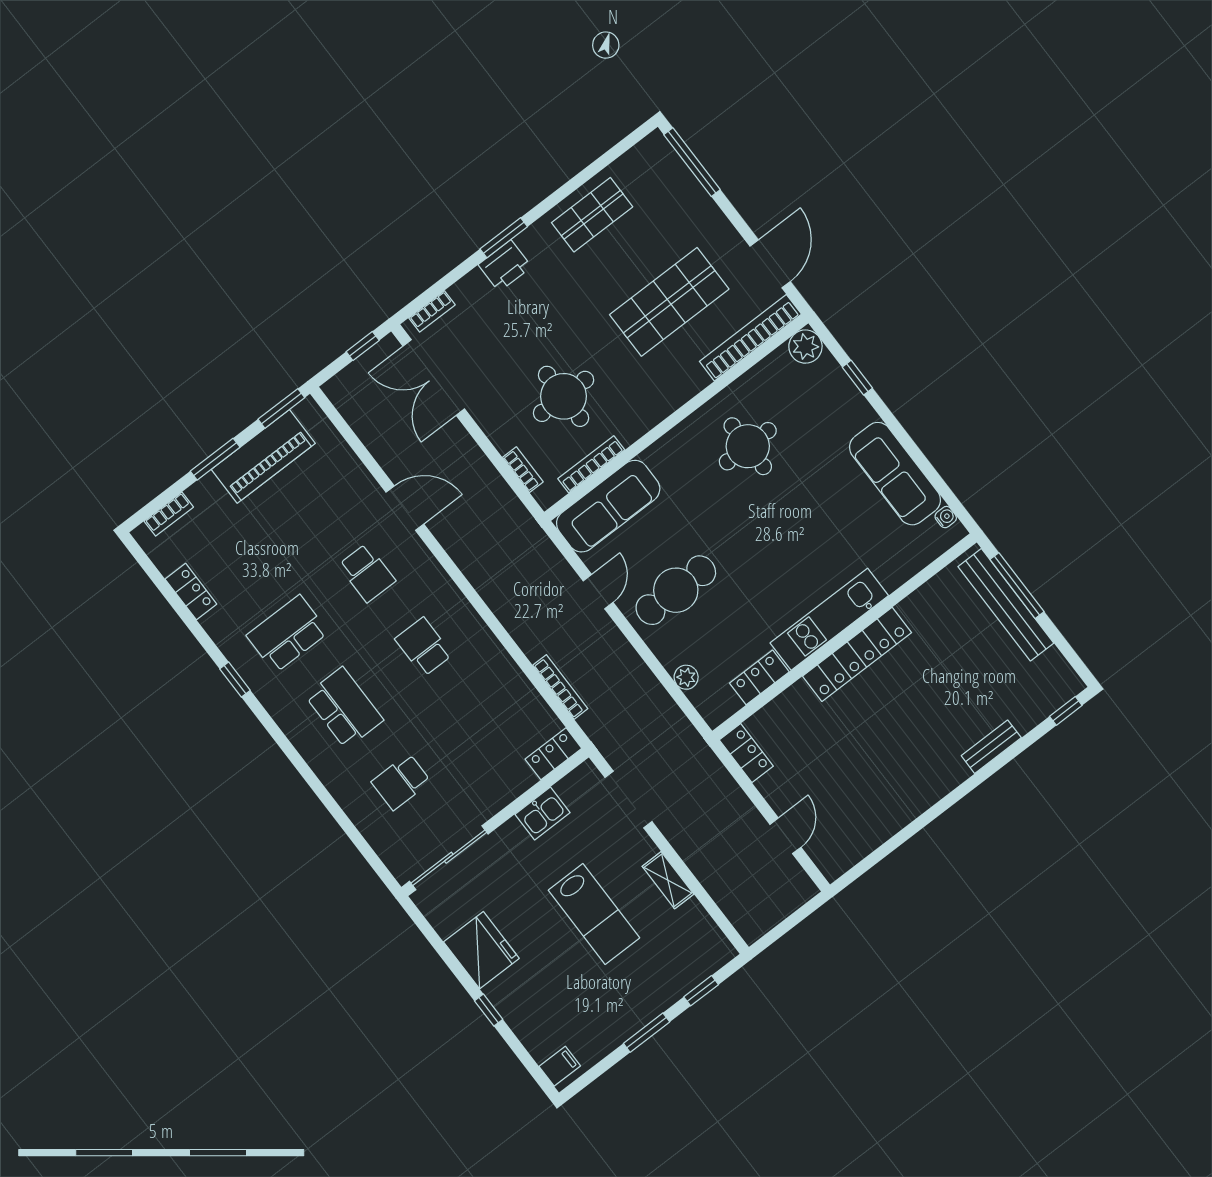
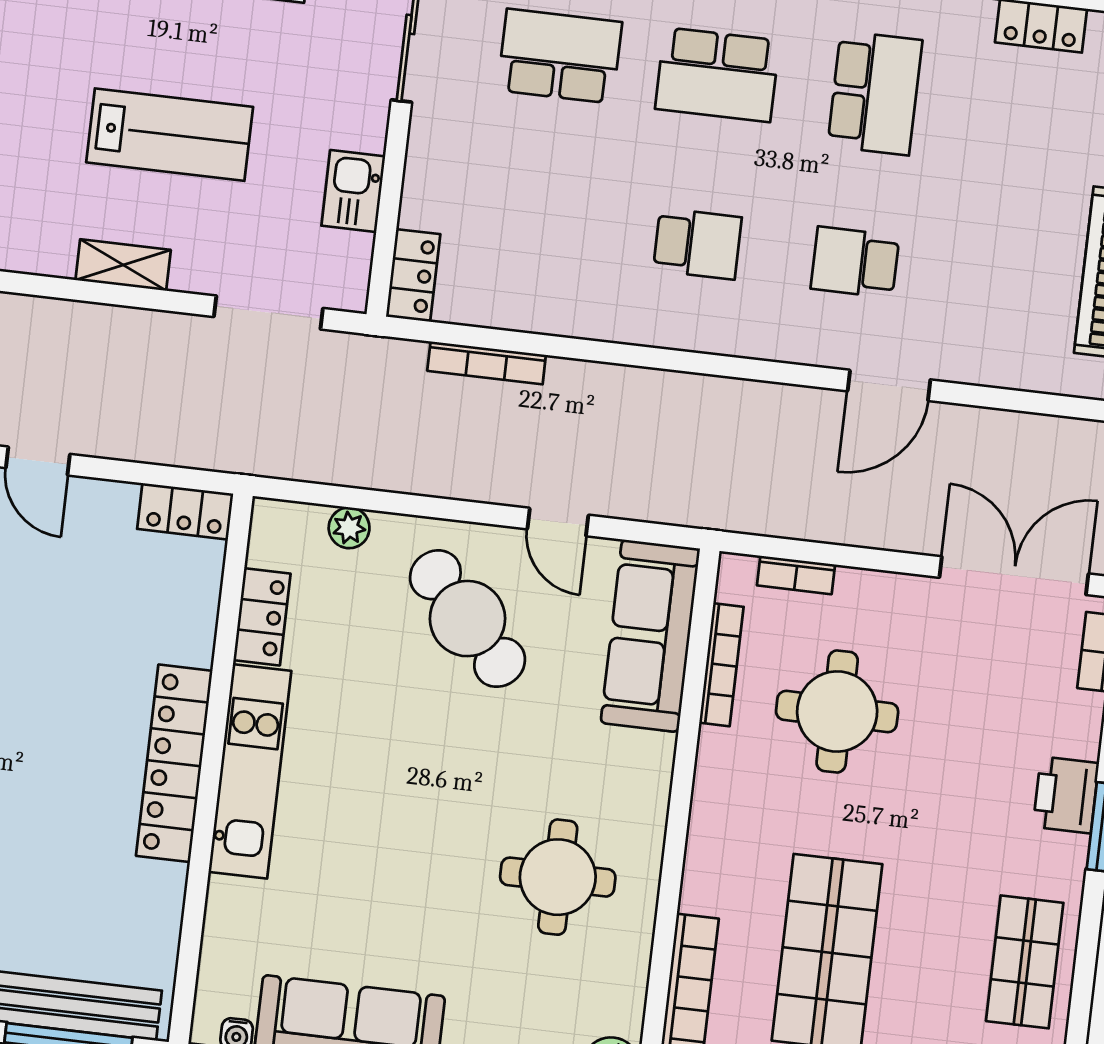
cafe table: (676, 590) -> (467, 619), turned -43
school desk: (401, 782) -> (560, 56), width x1.85
lab bench: (594, 914) -> (170, 135), turned 180

